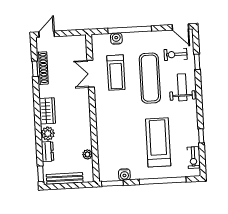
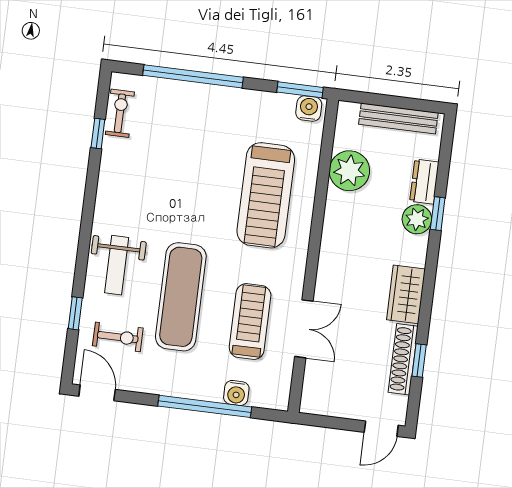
wardrobe: (47, 111) -> (406, 294), moved
window: (201, 136) -> (98, 134), moved
treadmill: (158, 142) -> (266, 195), moved
plant: (87, 154) -> (349, 171), width x1.88, depth x1.88
window: (41, 174) -> (438, 214), moved
water cooler: (124, 175) -> (309, 109), moved

